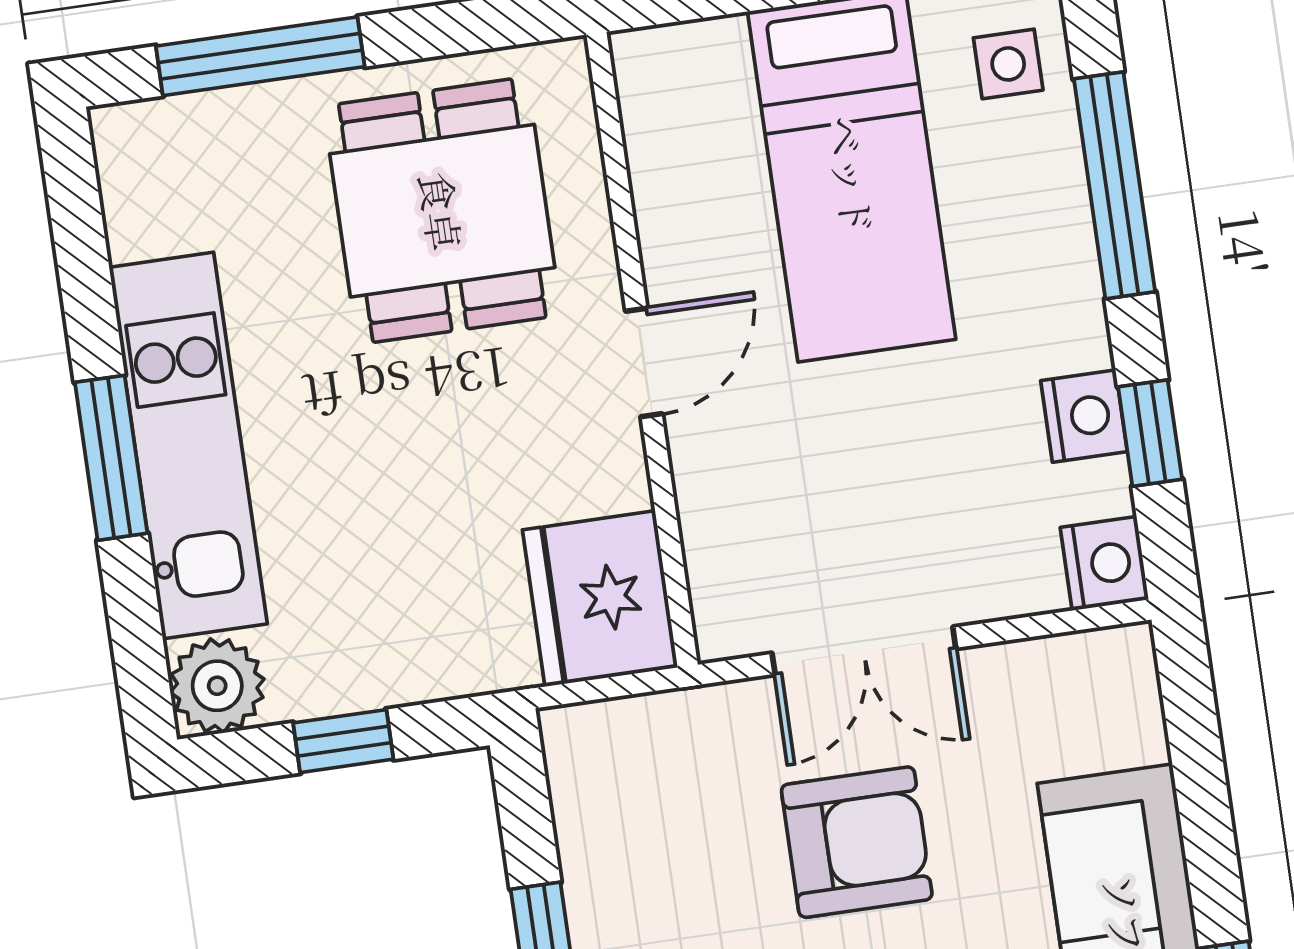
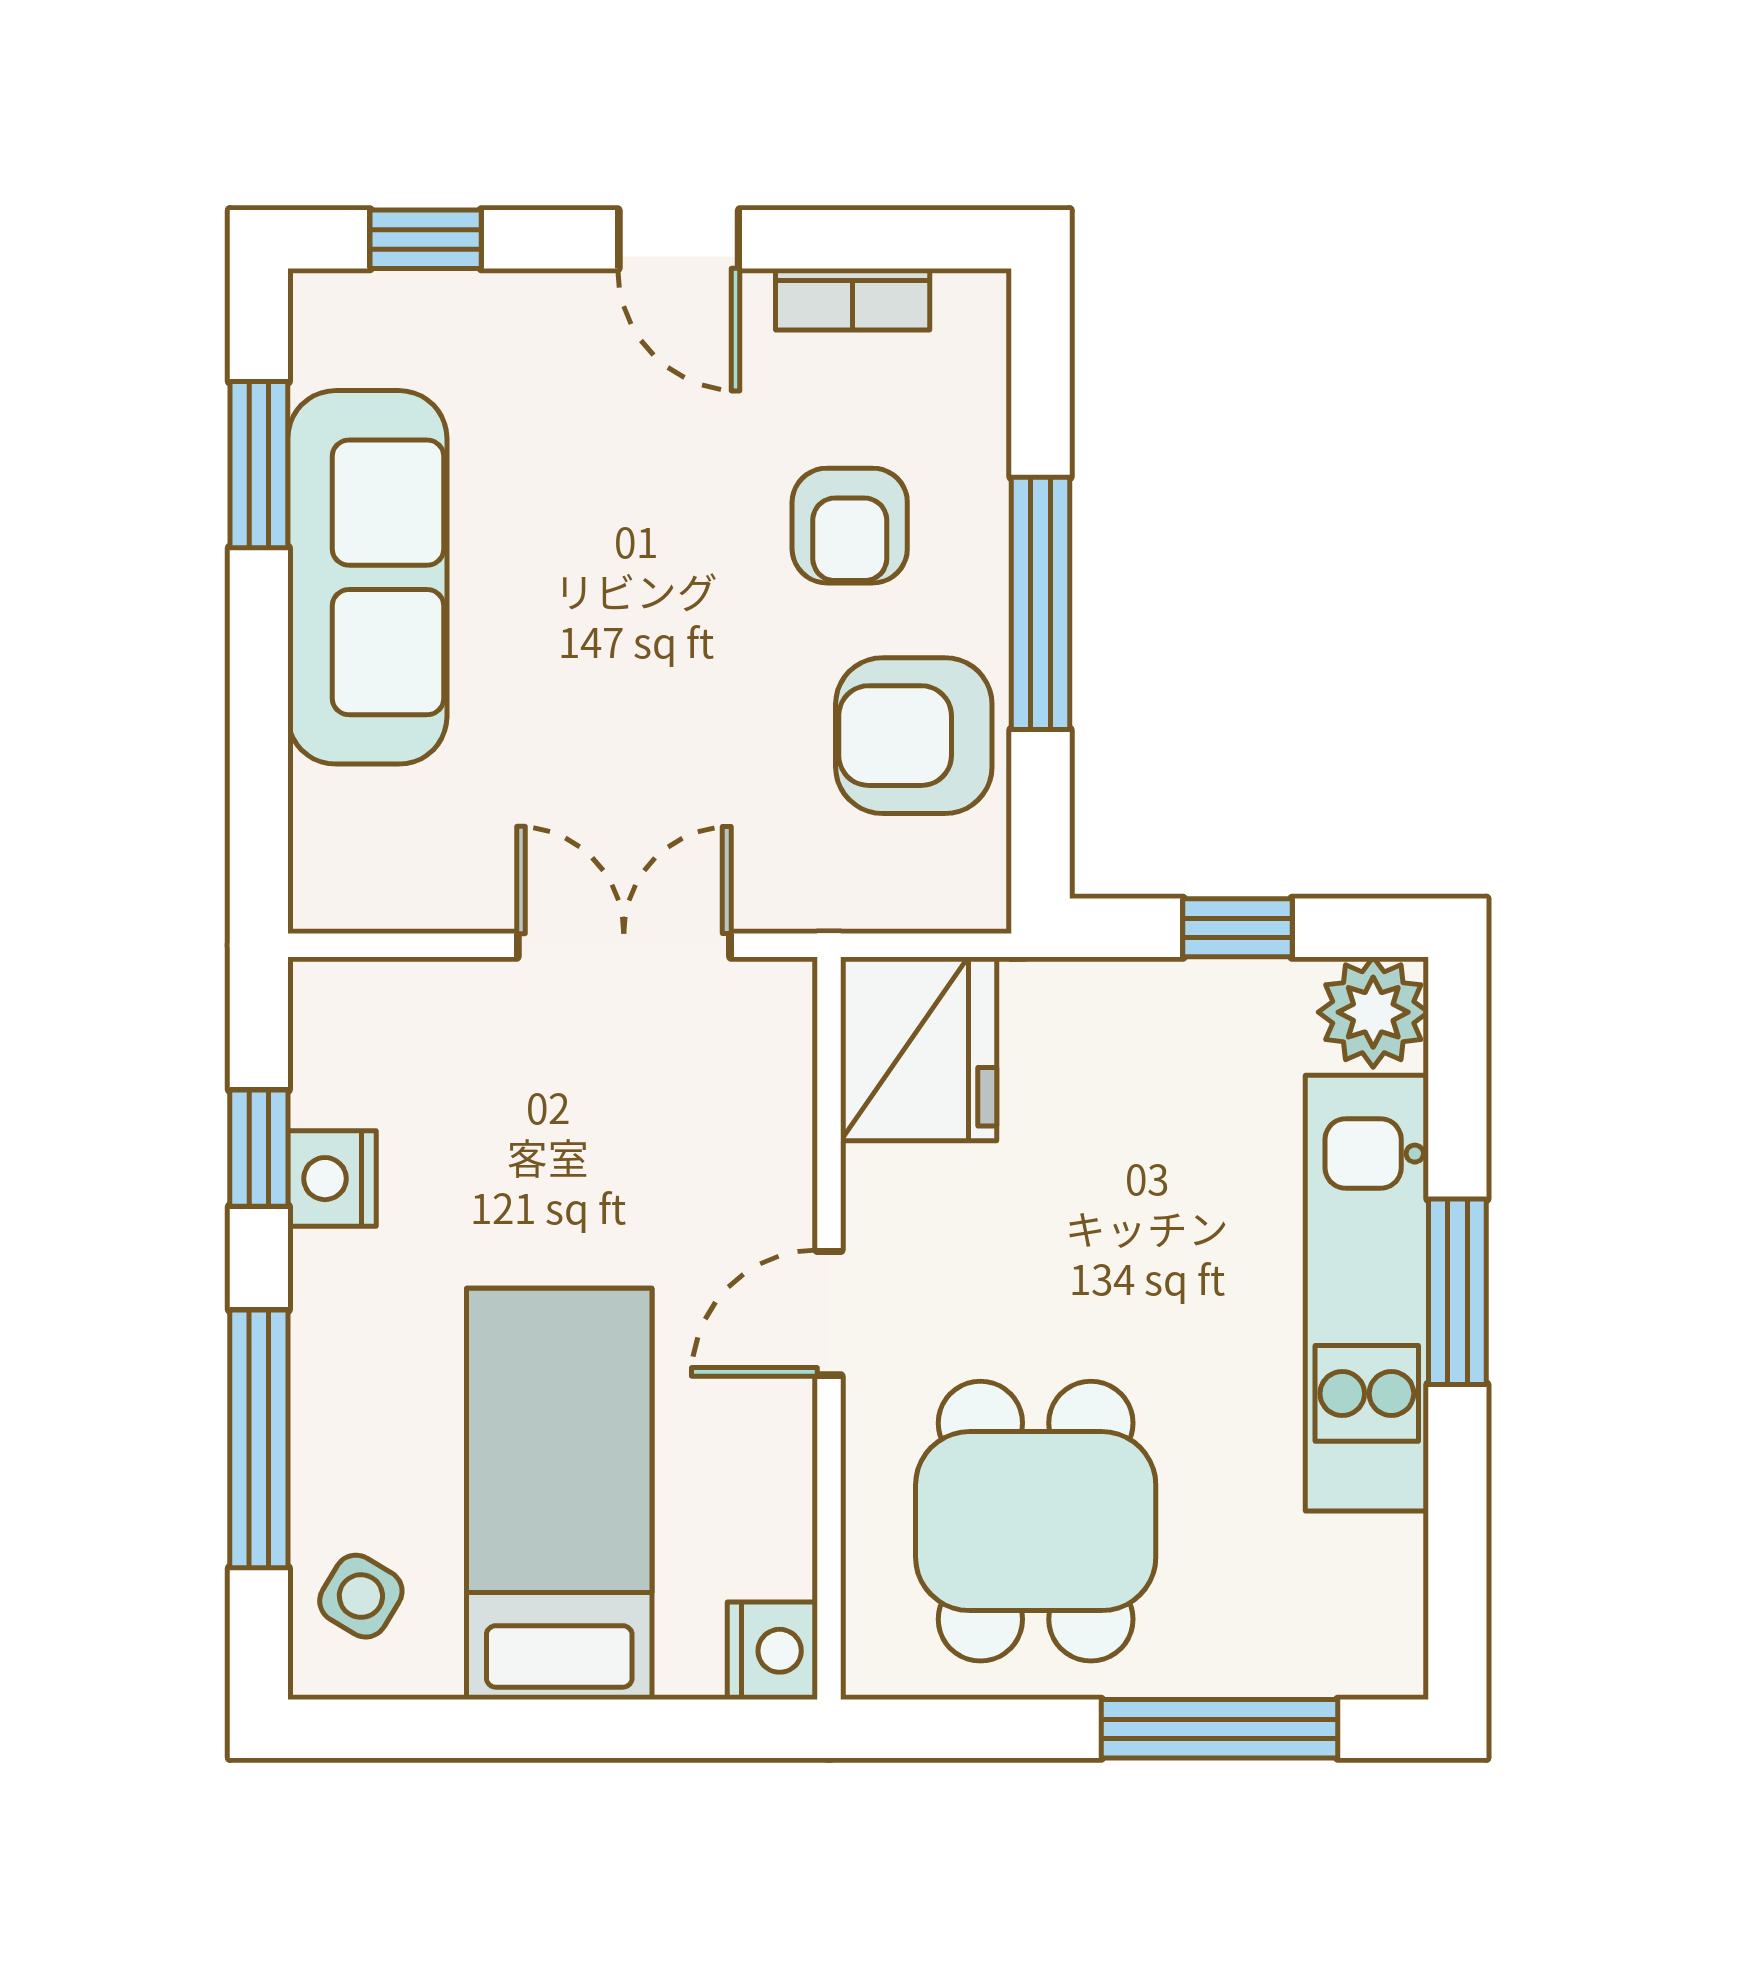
side table: (1008, 64) -> (361, 1596), turned 31
nightstand: (1104, 564) -> (772, 1651), moved, turned 180
armchair: (857, 842) -> (914, 736), moved

